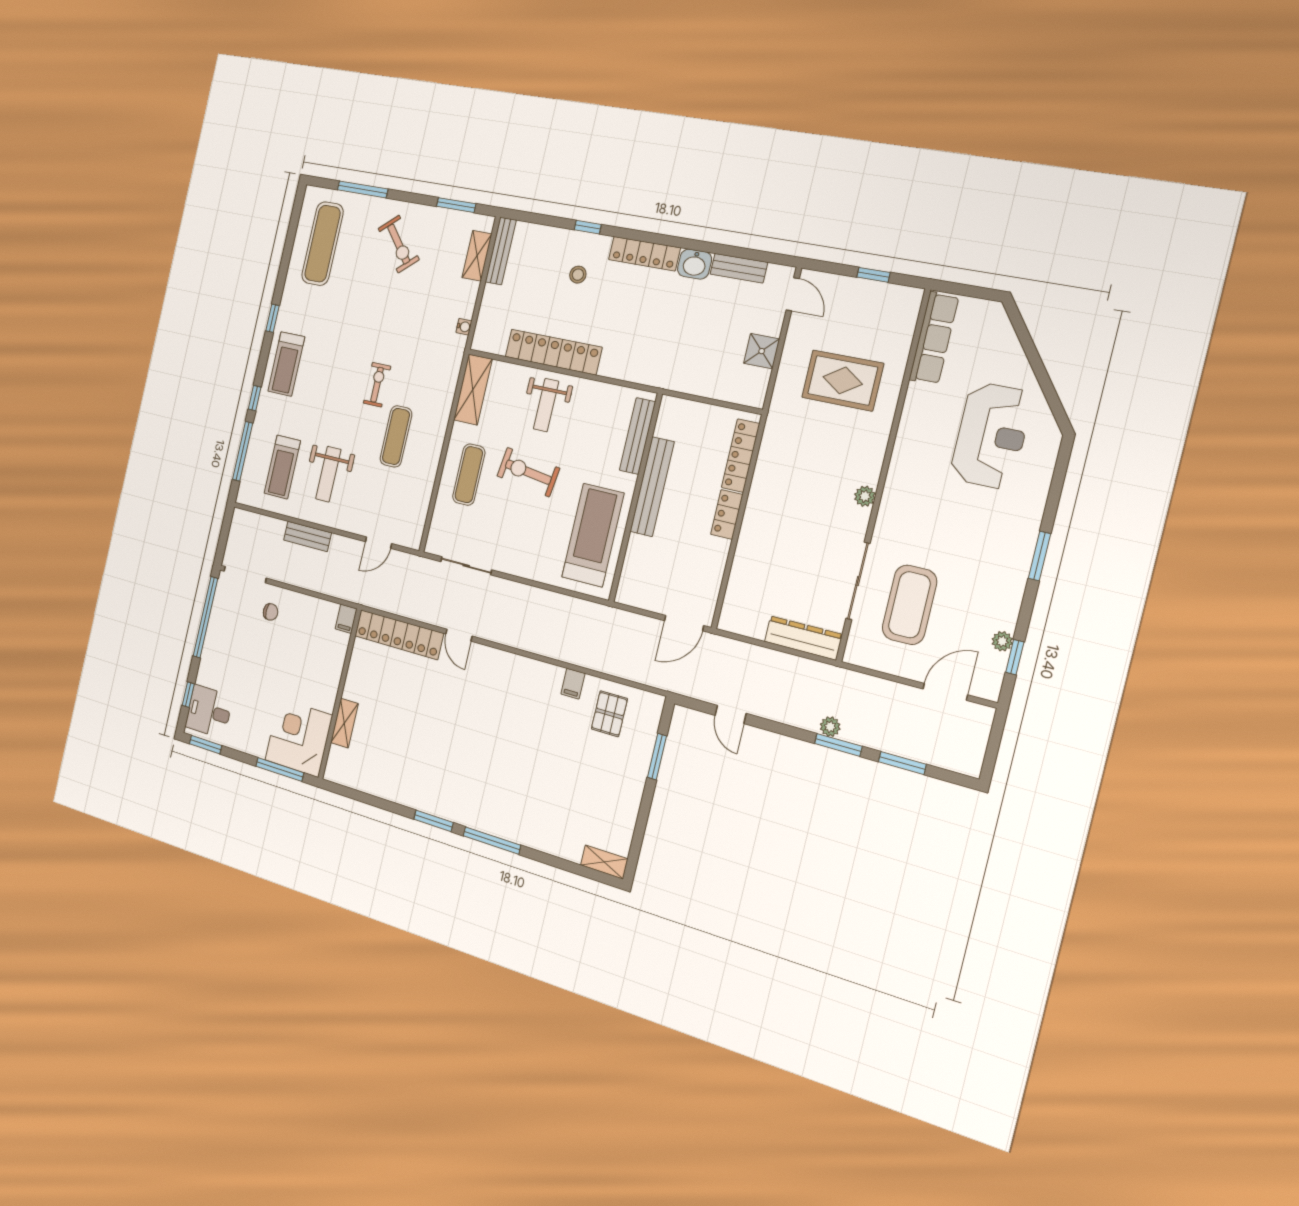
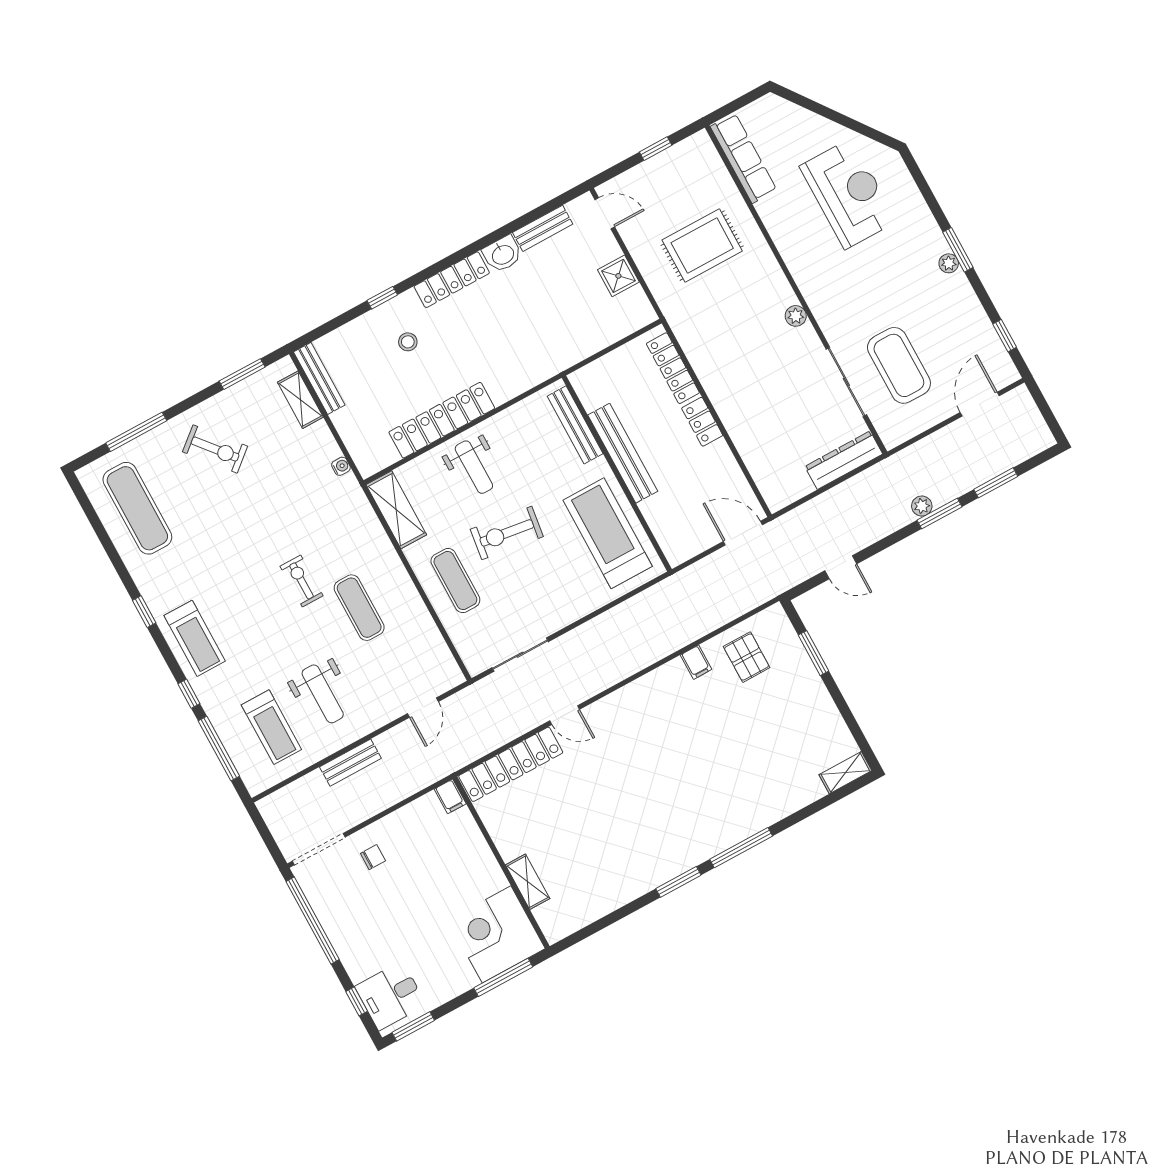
door: (684, 623) -> (743, 533), swing flipped
plant: (1002, 641) -> (949, 263), moved

